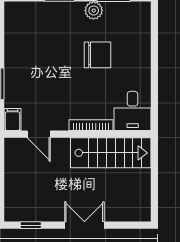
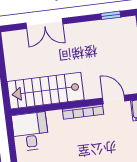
bookcase: (91, 125) -> (83, 112), moved
double door: (84, 225) -> (44, 24), moved

